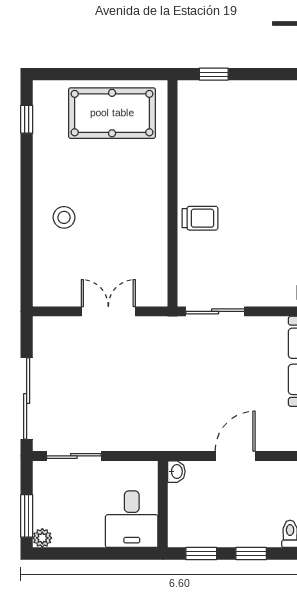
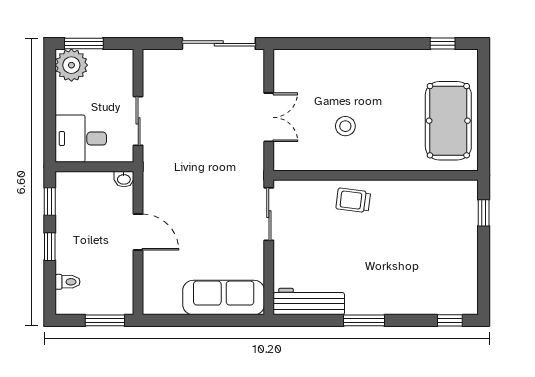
stool: (64, 217) -> (345, 126), moved
trolley: (200, 218) -> (353, 200), turned 97
sliding door: (27, 399) -> (219, 43), moved
sliding door: (74, 456) -> (138, 121), moved
plant: (42, 538) -> (71, 65), width x1.88, depth x1.88

